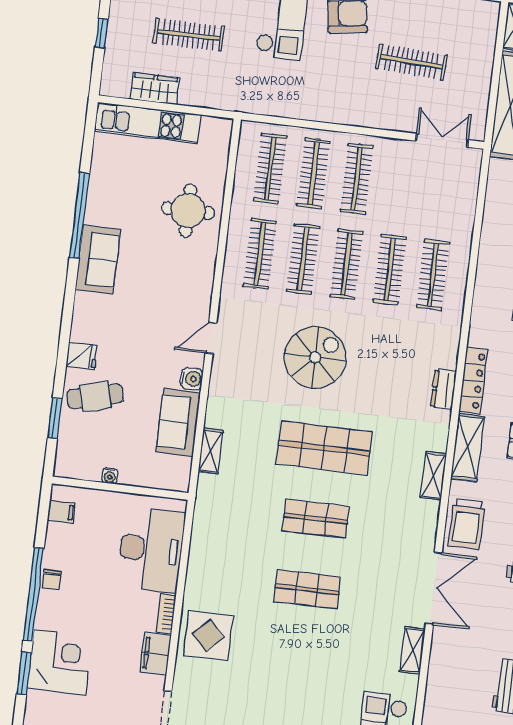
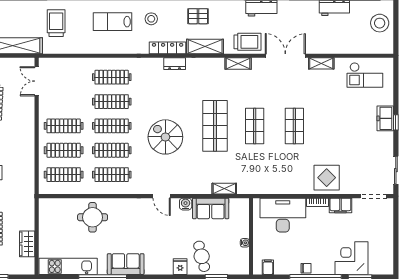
kitchen unit: (147, 123) -> (68, 266), moved, turned -90
shelving: (433, 476) -> (238, 63), moved

